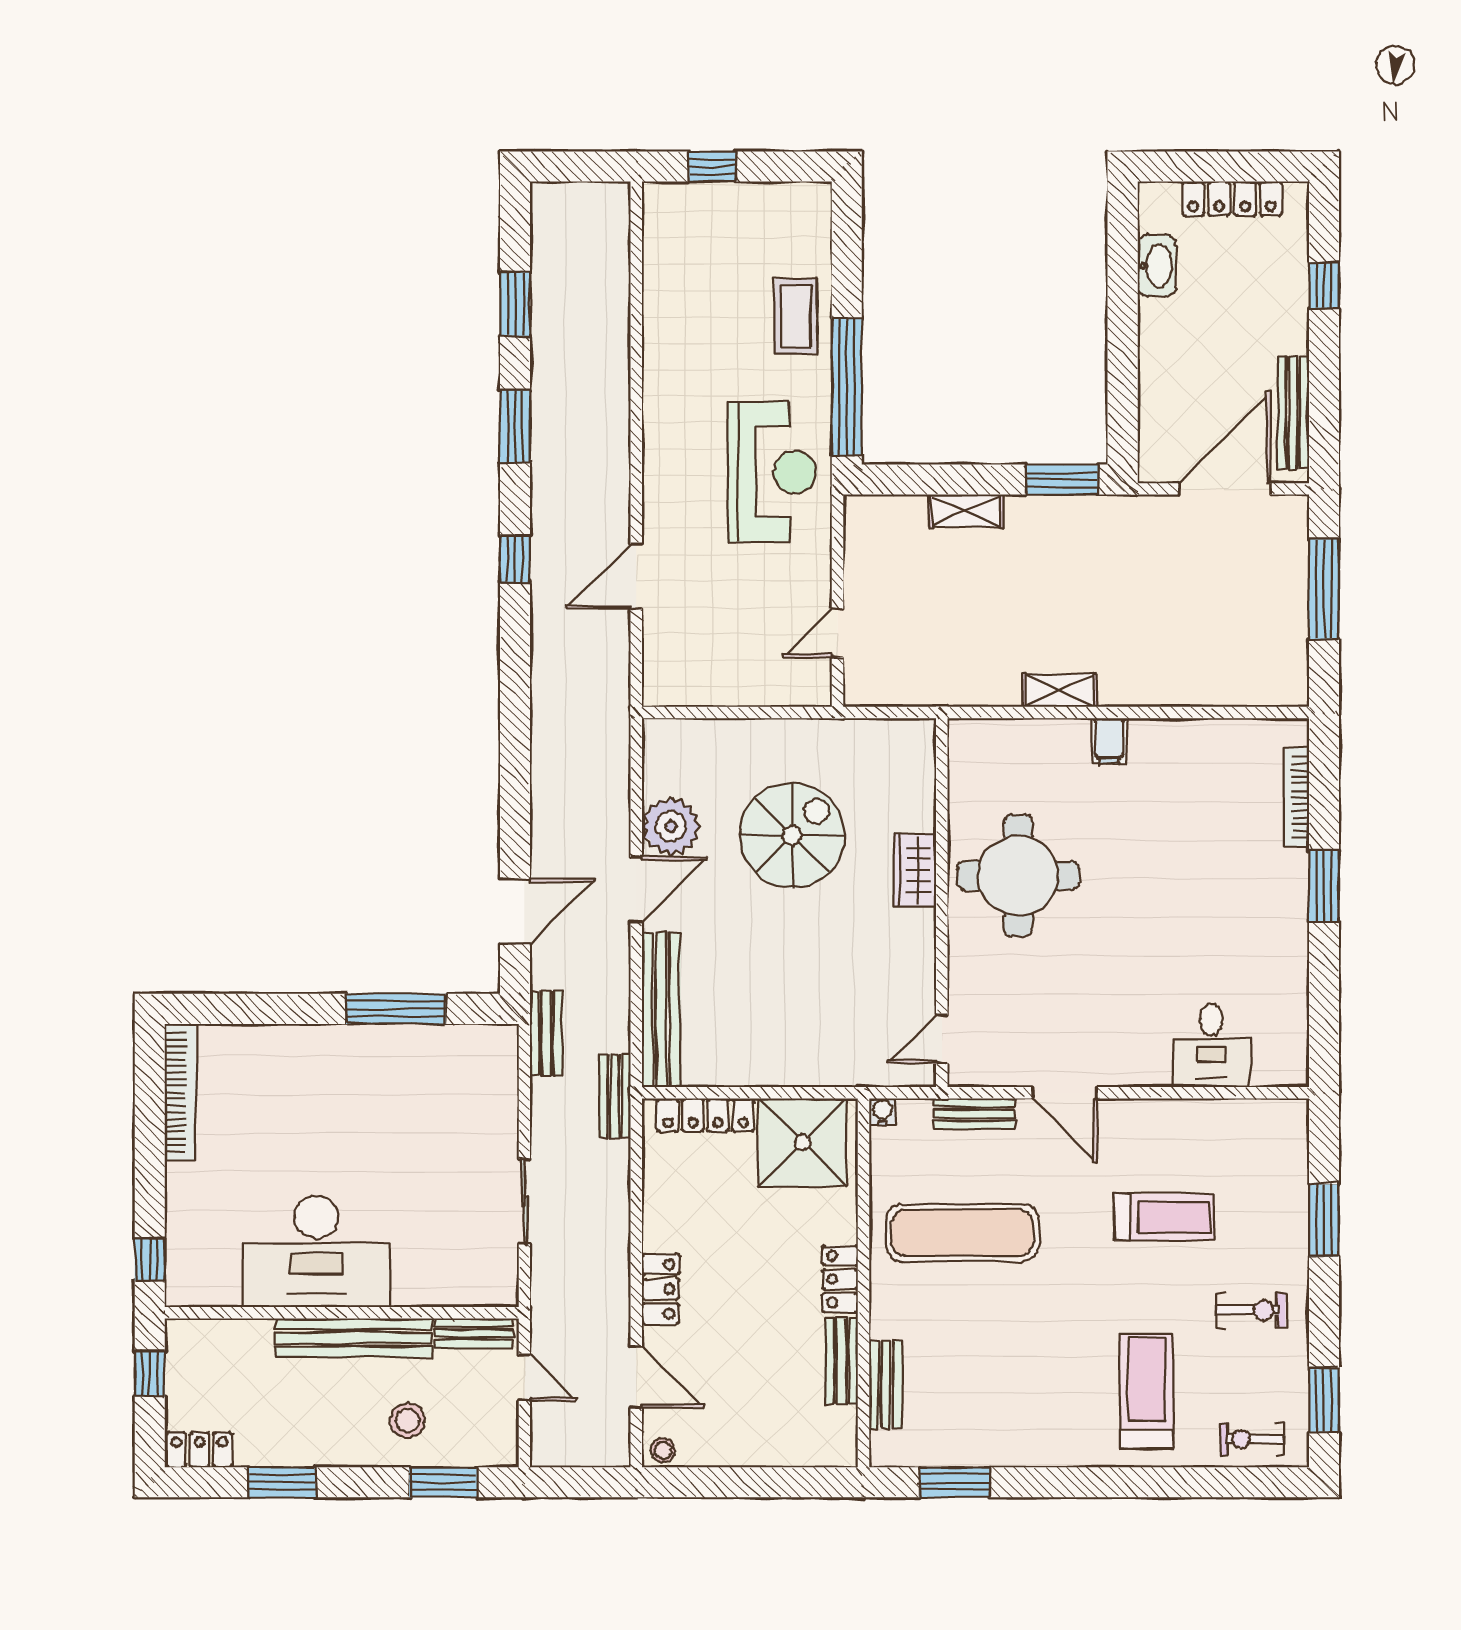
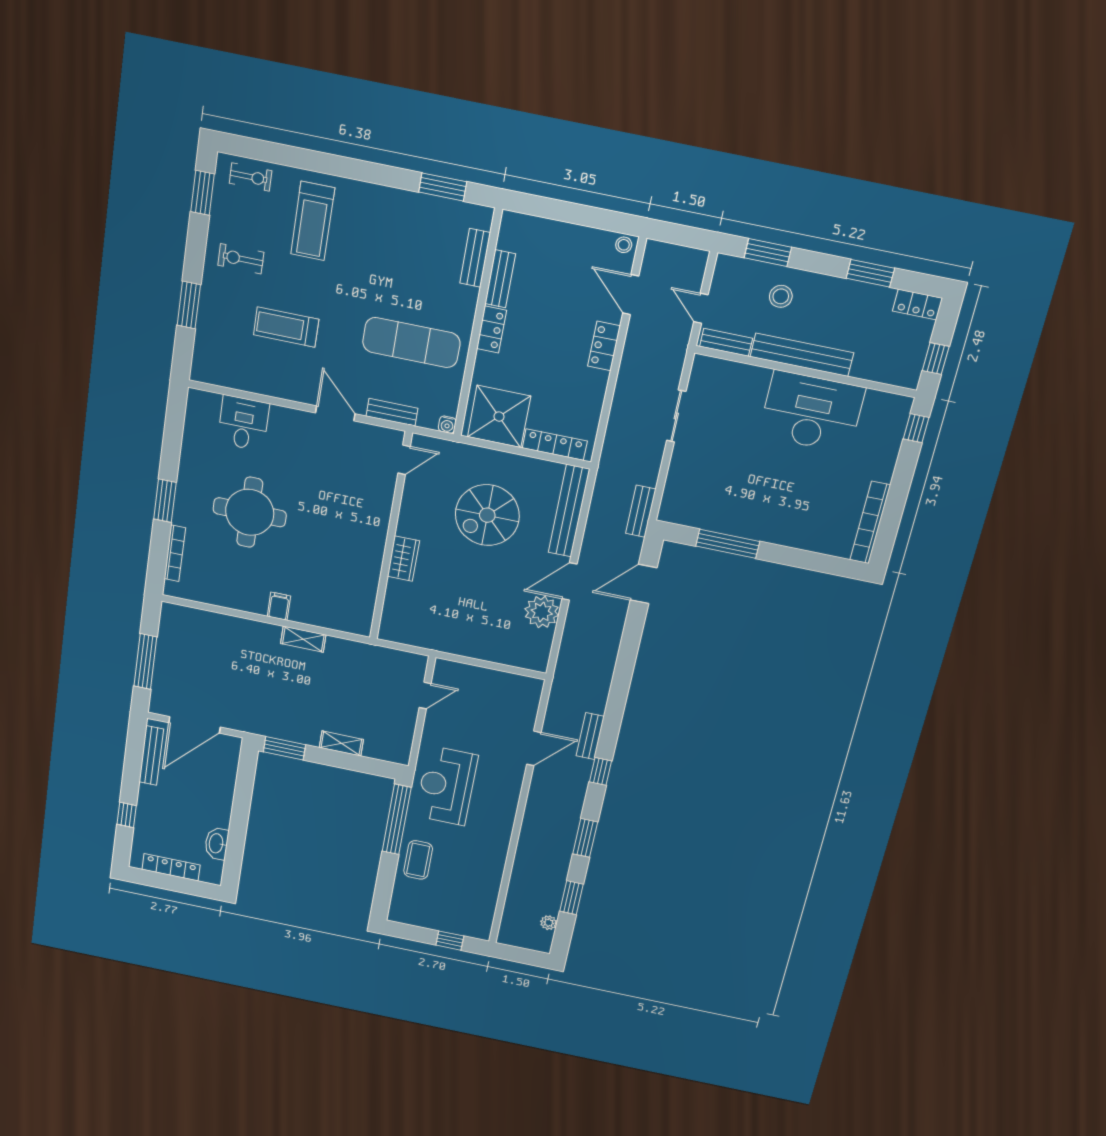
plant: (545, 244) -> (549, 923), added
spiral stairs: (792, 835) -> (487, 515), moved
round table: (1018, 876) -> (250, 512), moved
bench: (615, 1096) -> (590, 736), moved

